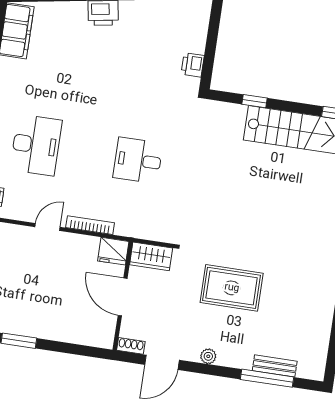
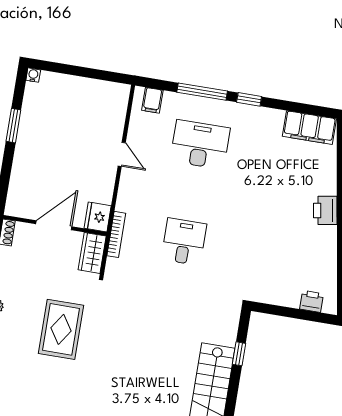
printer: (193, 65) -> (312, 301), moved
desk: (36, 145) -> (200, 145), turned 180
bookcase: (90, 225) -> (116, 234), moved

